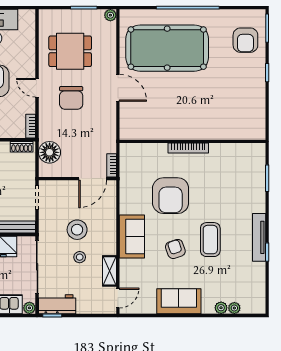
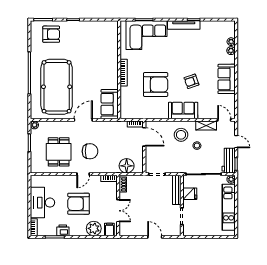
sofa: (141, 127) -> (110, 104), added
corner sofa: (244, 182) -> (146, 35), added
stool: (77, 230) -> (181, 135), moved
coffee table: (210, 240) -> (185, 58), removed
door: (85, 315) -> (236, 142), added

